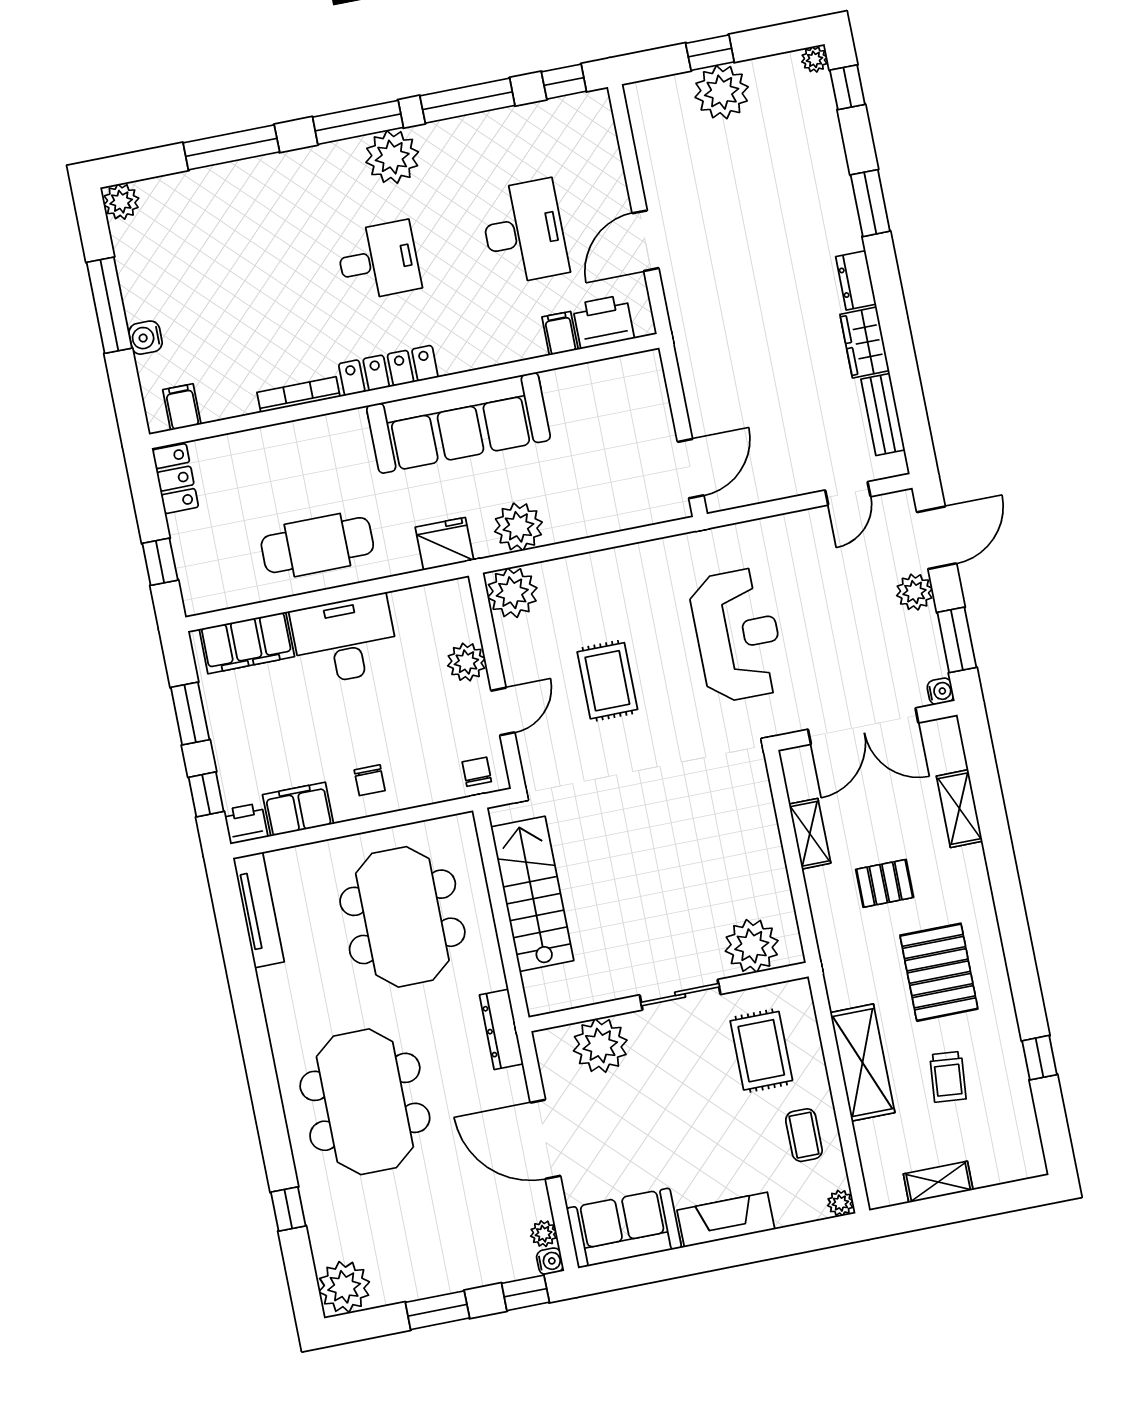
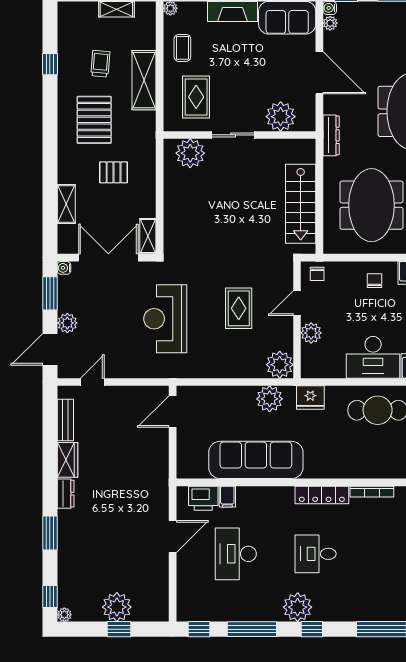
window: (358, 122) -> (312, 629), width x0.46
sofa: (459, 423) -> (256, 460), moved
shelving: (810, 834) -> (148, 236), moved

